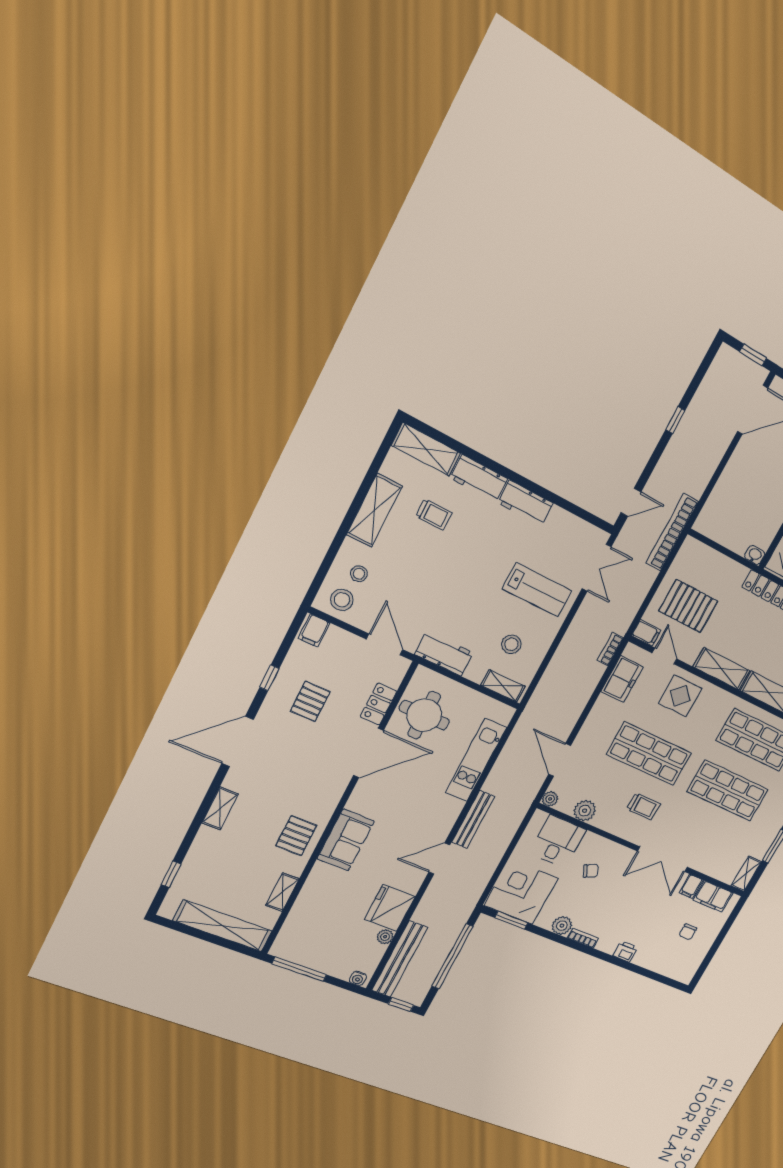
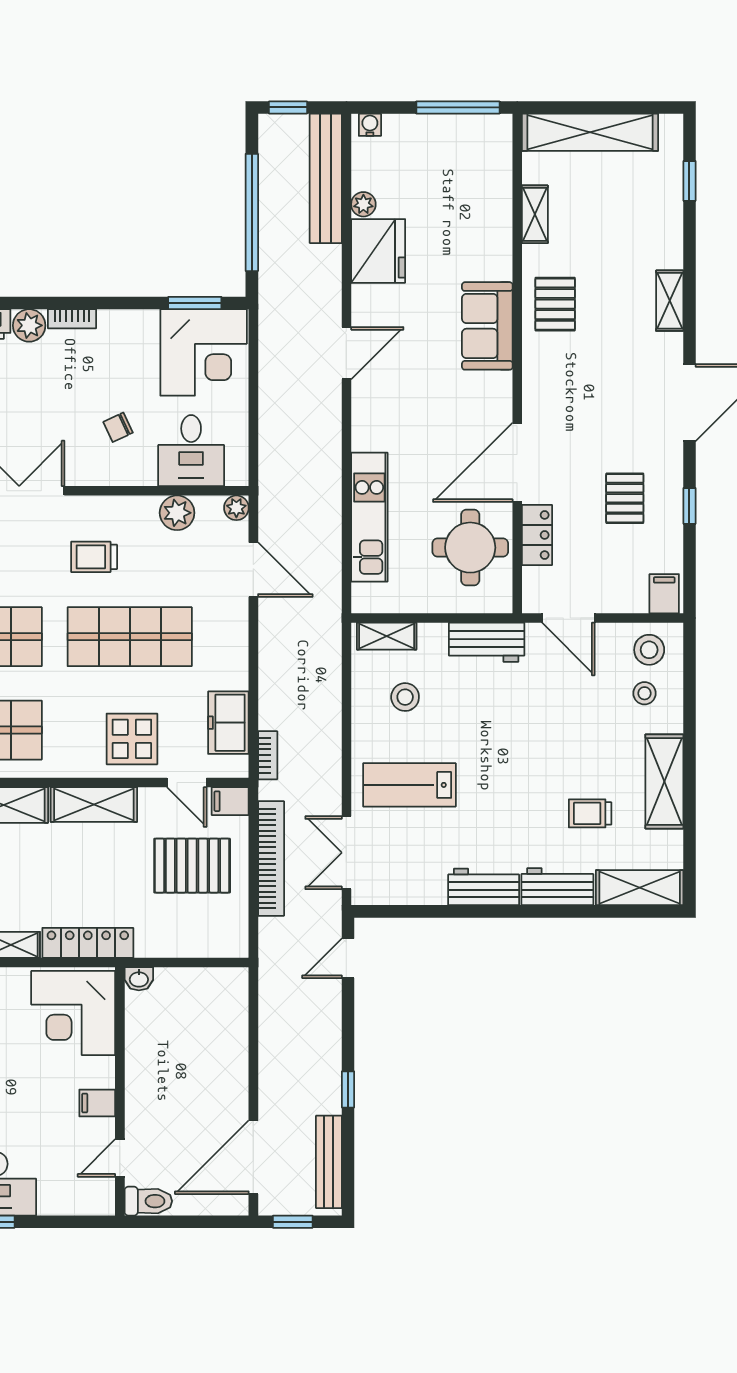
bookcase: (672, 532) -> (271, 859), moved
bench: (473, 819) -> (329, 1162), moved
plant: (562, 926) -> (29, 325), moved

